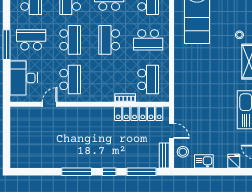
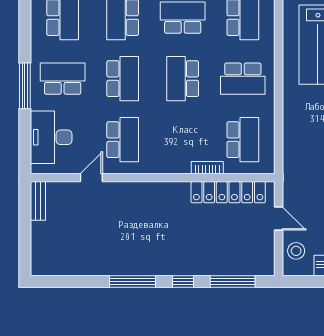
bench: (164, 155) -> (38, 201), moved

